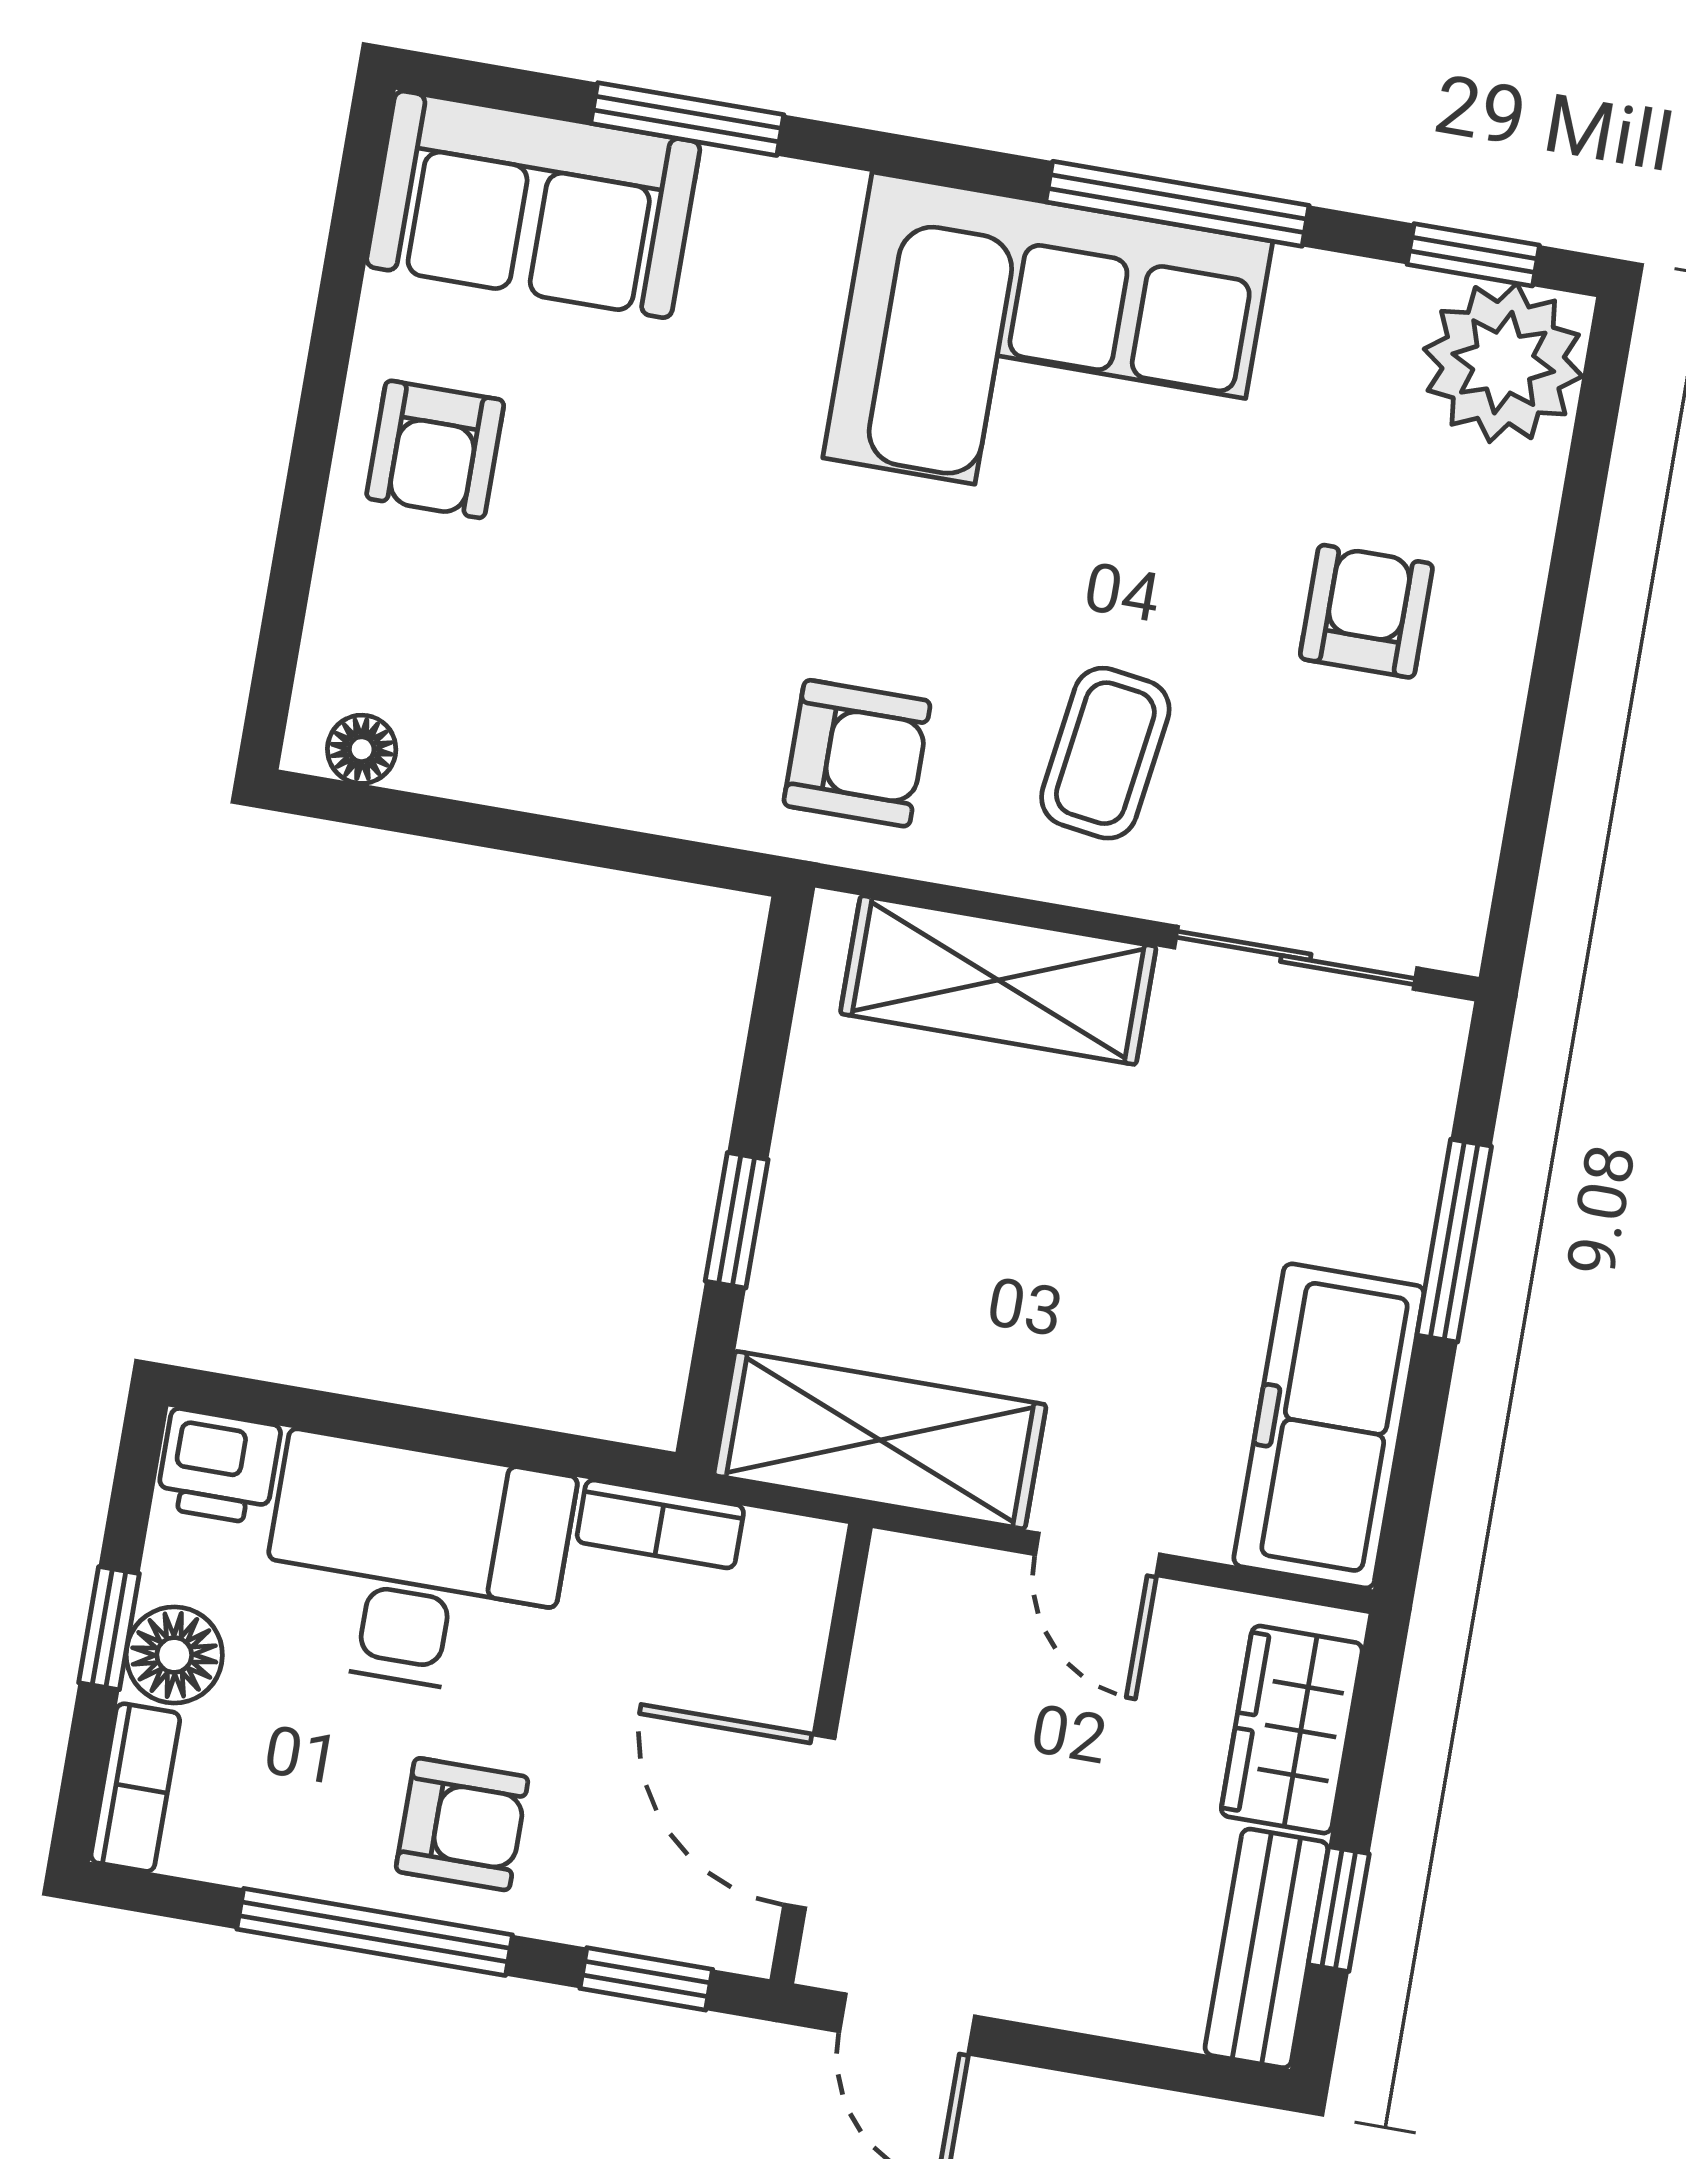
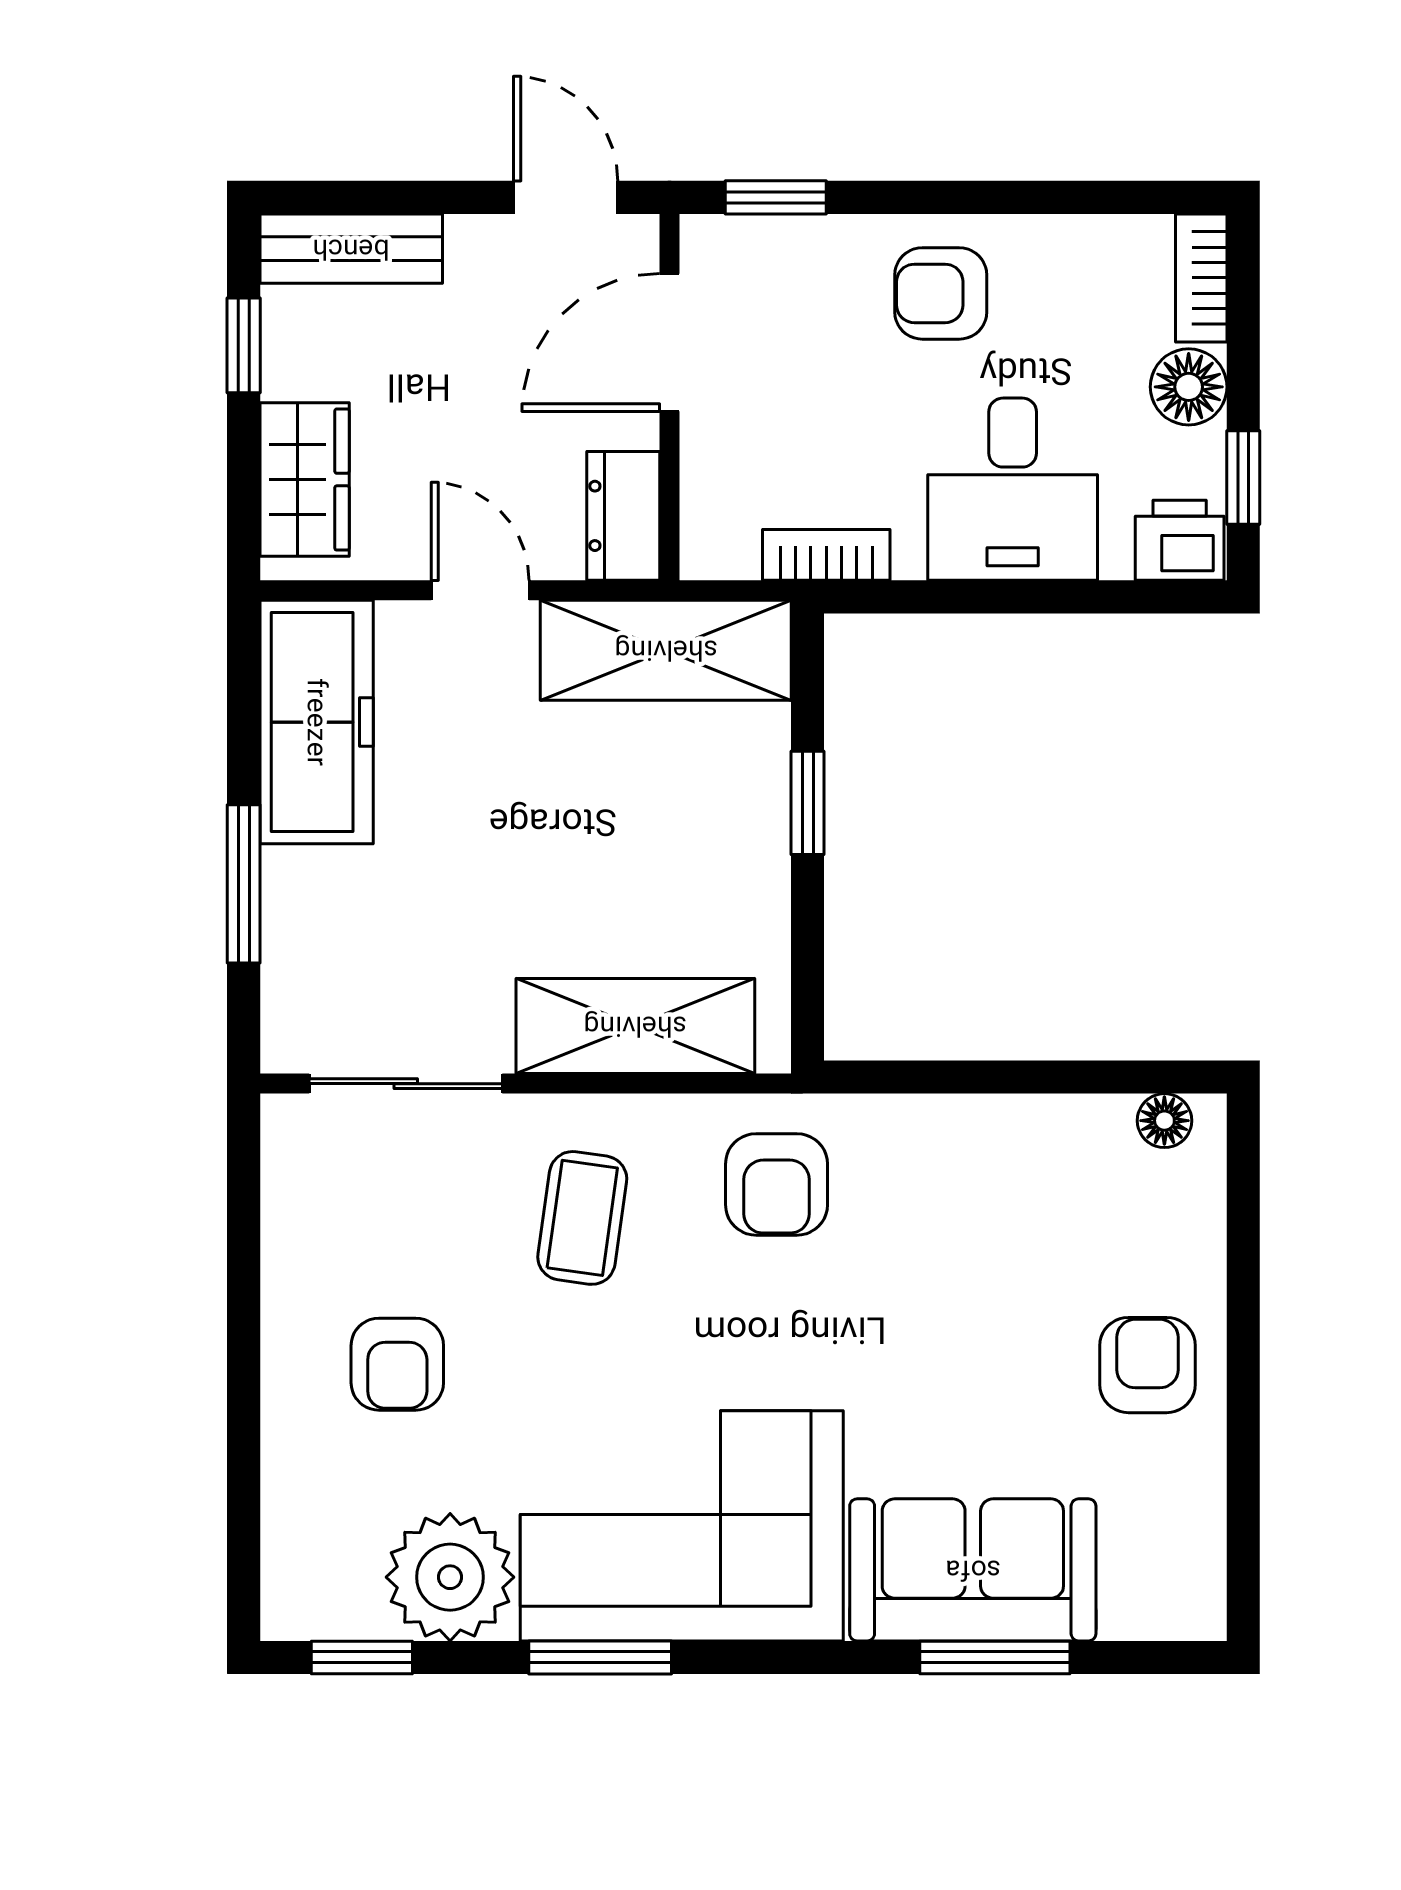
sofa: (533, 204) -> (973, 1570), moved
window: (1177, 204) -> (600, 1657), width x0.69
plant: (1503, 363) -> (450, 1577), moved
armchair: (857, 753) -> (777, 1184), turned -90
desk: (415, 1566) -> (1013, 489), width x0.73
dresser: (904, 1616) -> (623, 516), added
window: (109, 1628) -> (1243, 478), moved
door: (809, 1821) -> (669, 343), swing flipped
window: (375, 1932) -> (995, 197), removed
bench: (1266, 1948) -> (351, 249), moved, turned 90

